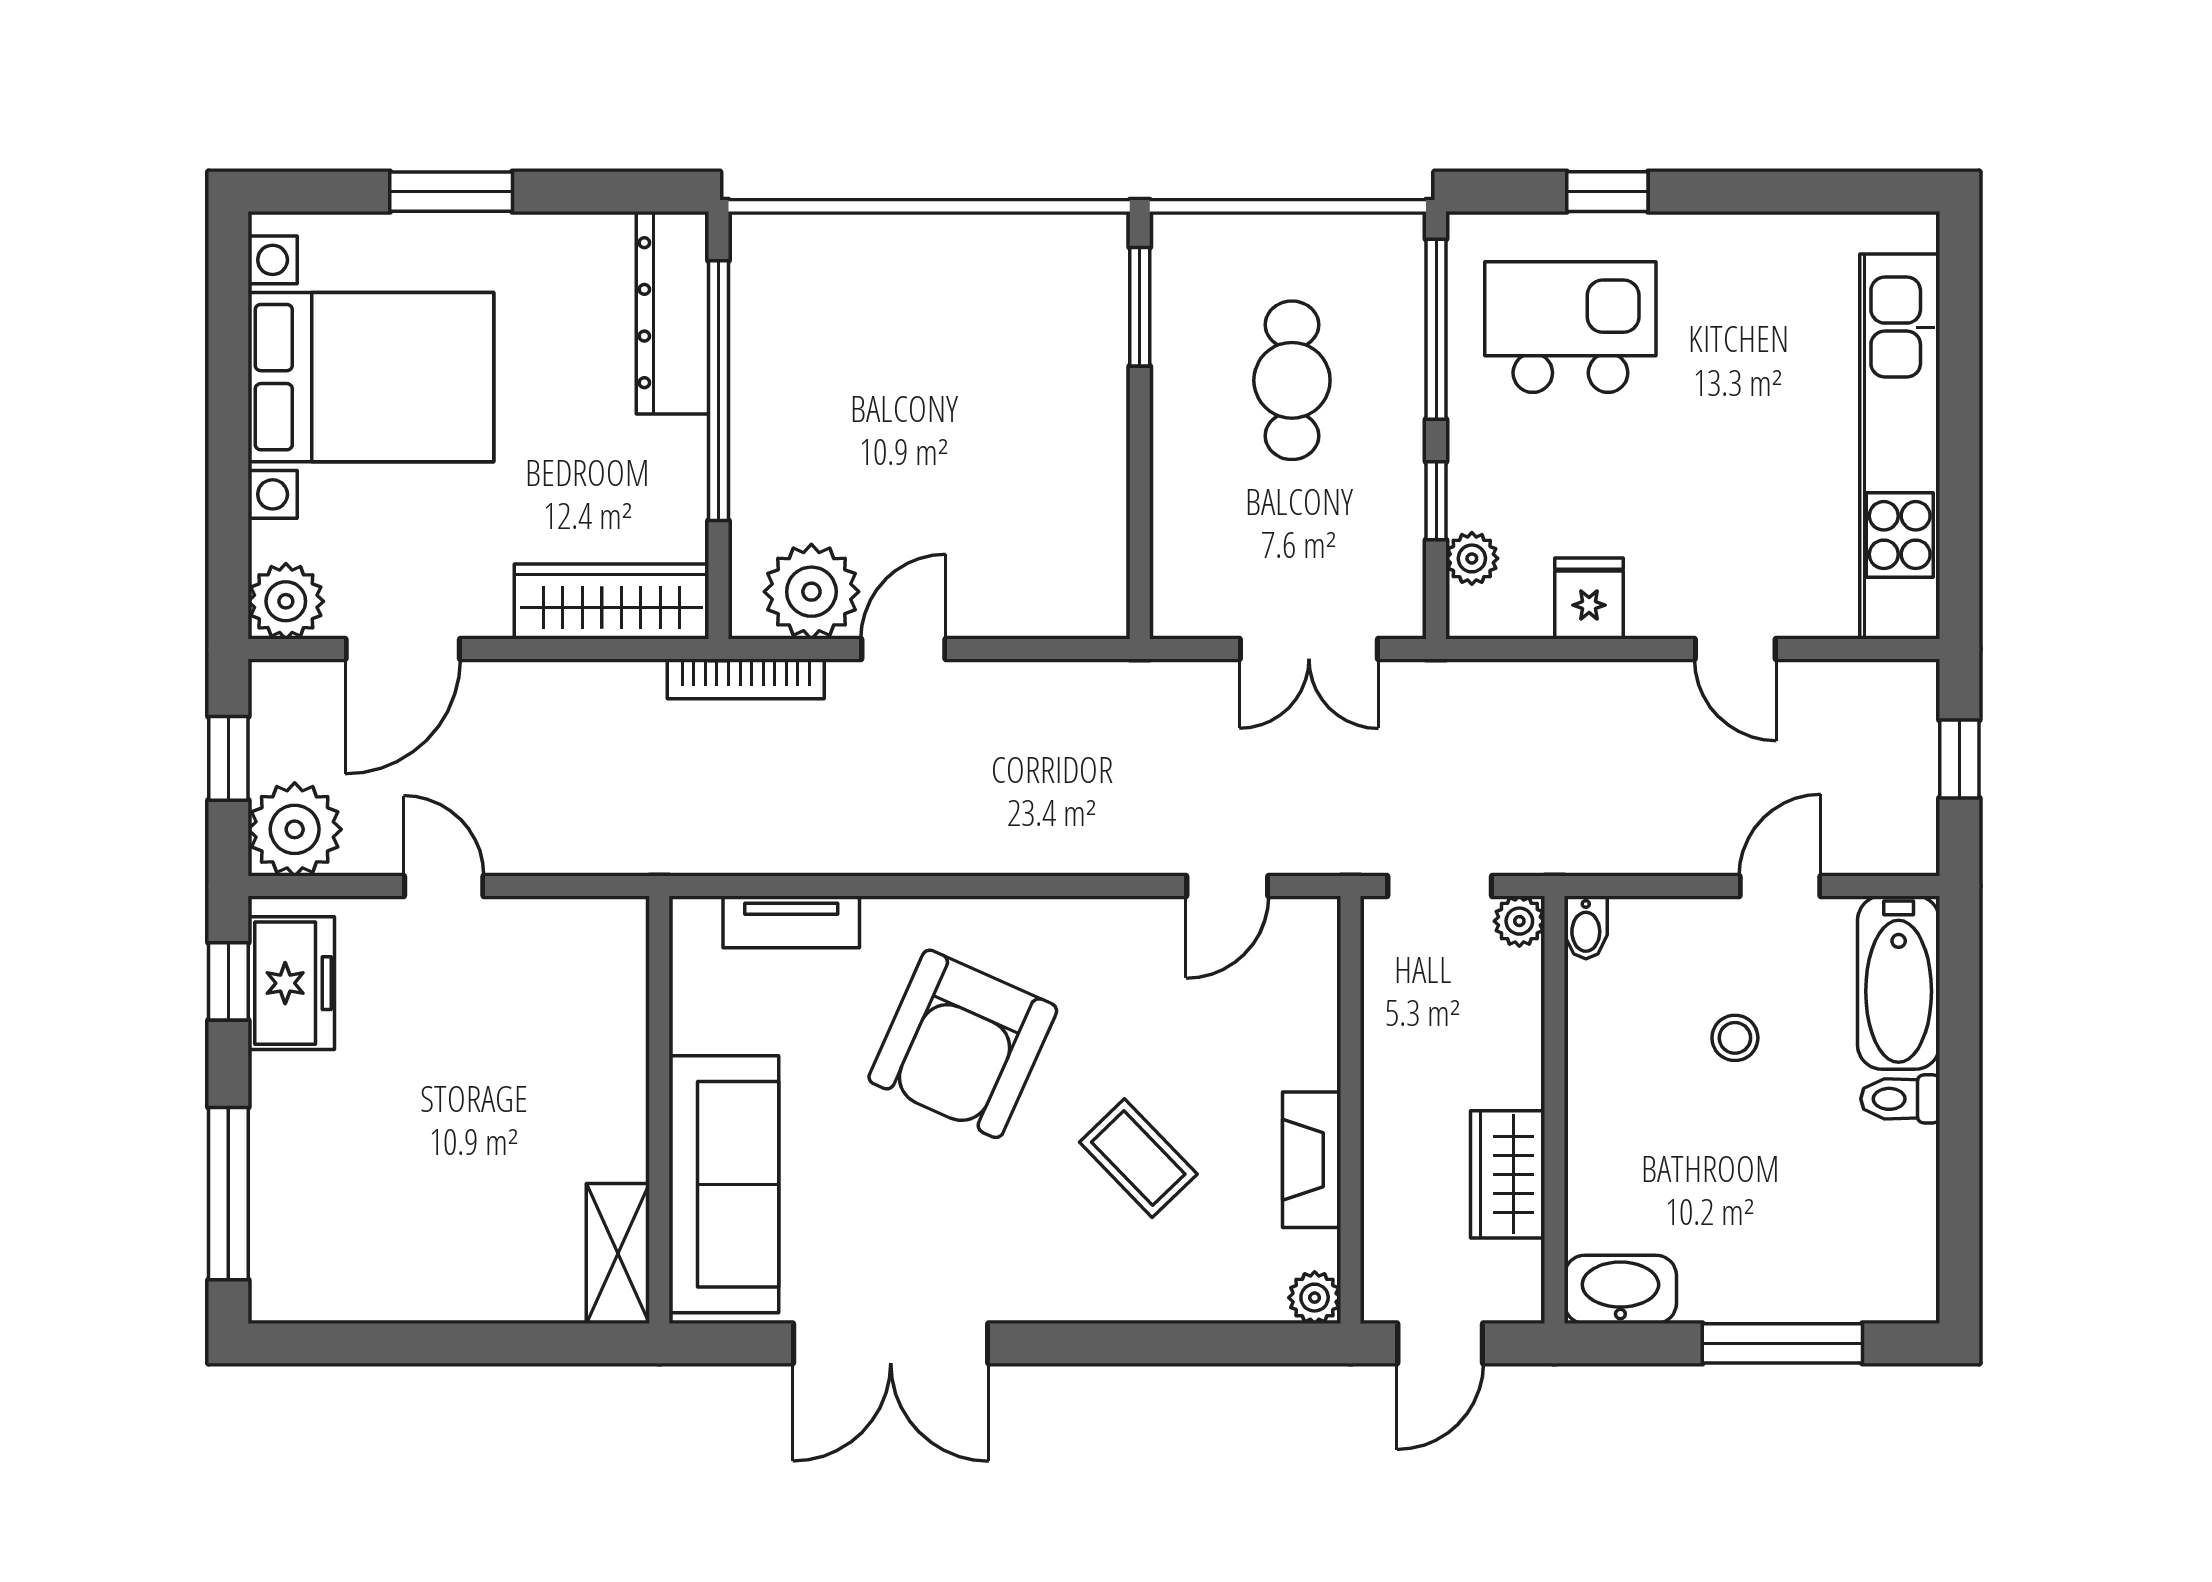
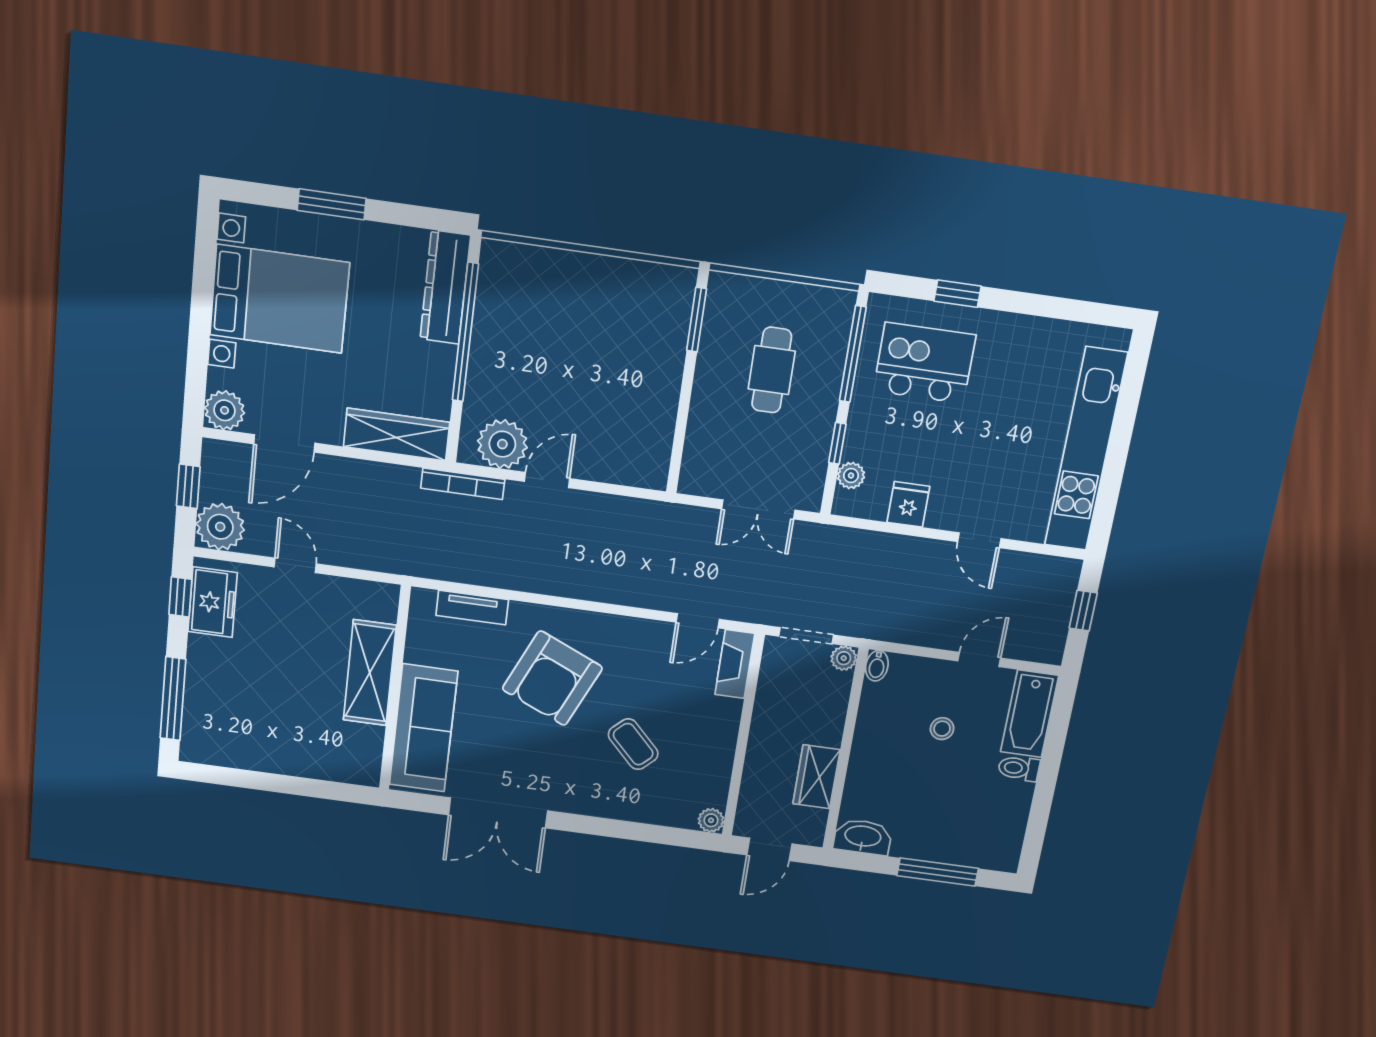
fireplace: (1312, 1160) -> (735, 664), moved
shelving: (618, 1253) -> (370, 673), moved, width x1.50, depth x1.33

